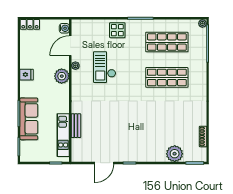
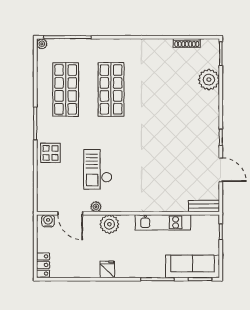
checkout: (105, 67) -> (98, 169), turned 90
sofa: (29, 119) -> (193, 266), moved
bench: (76, 126) -> (204, 206), moved
kitchen unit: (63, 135) -> (163, 222), moved

